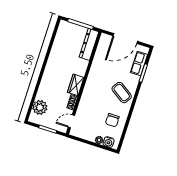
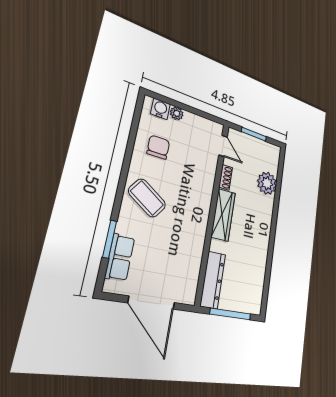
door: (125, 39) -> (152, 303), swing flipped
wardrobe: (76, 85) -> (223, 215), width x1.50
plant: (40, 107) -> (267, 183), moved
door: (71, 121) -> (223, 146), hinge flipped

